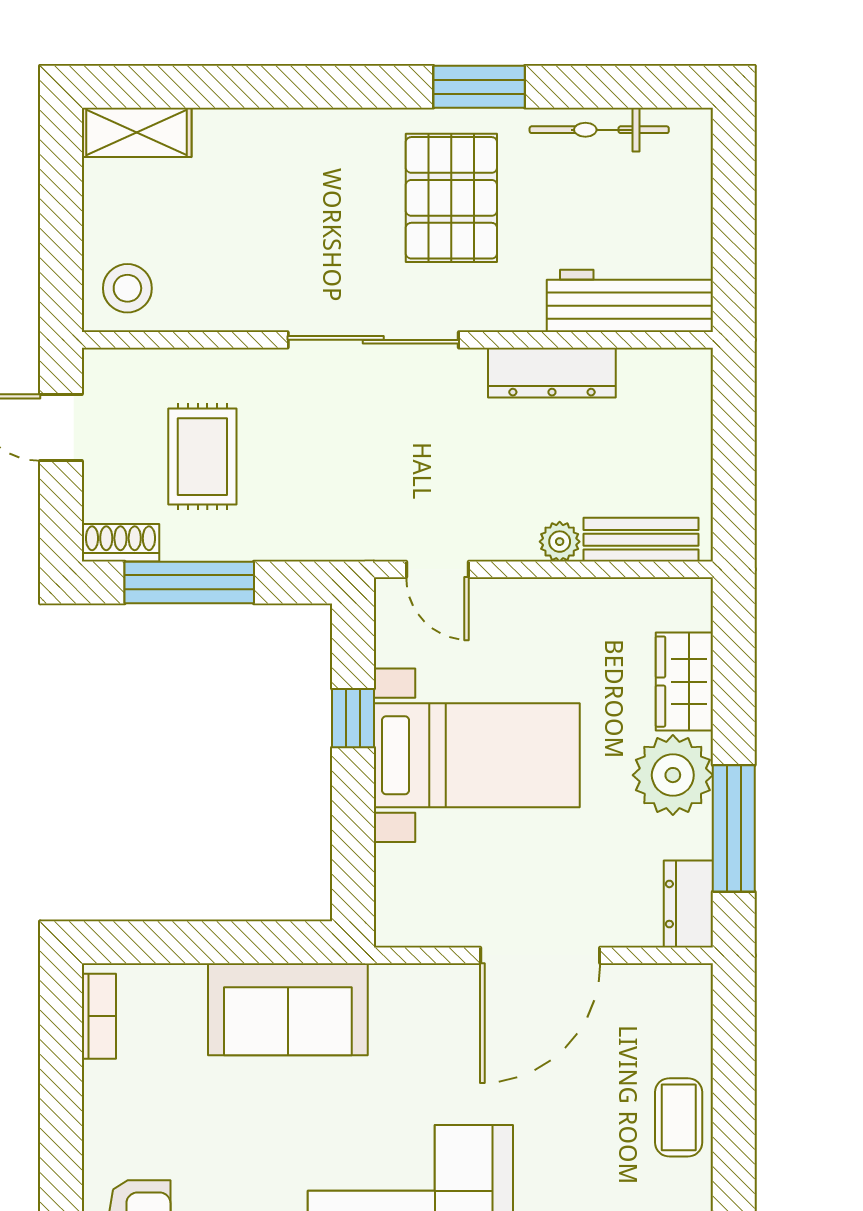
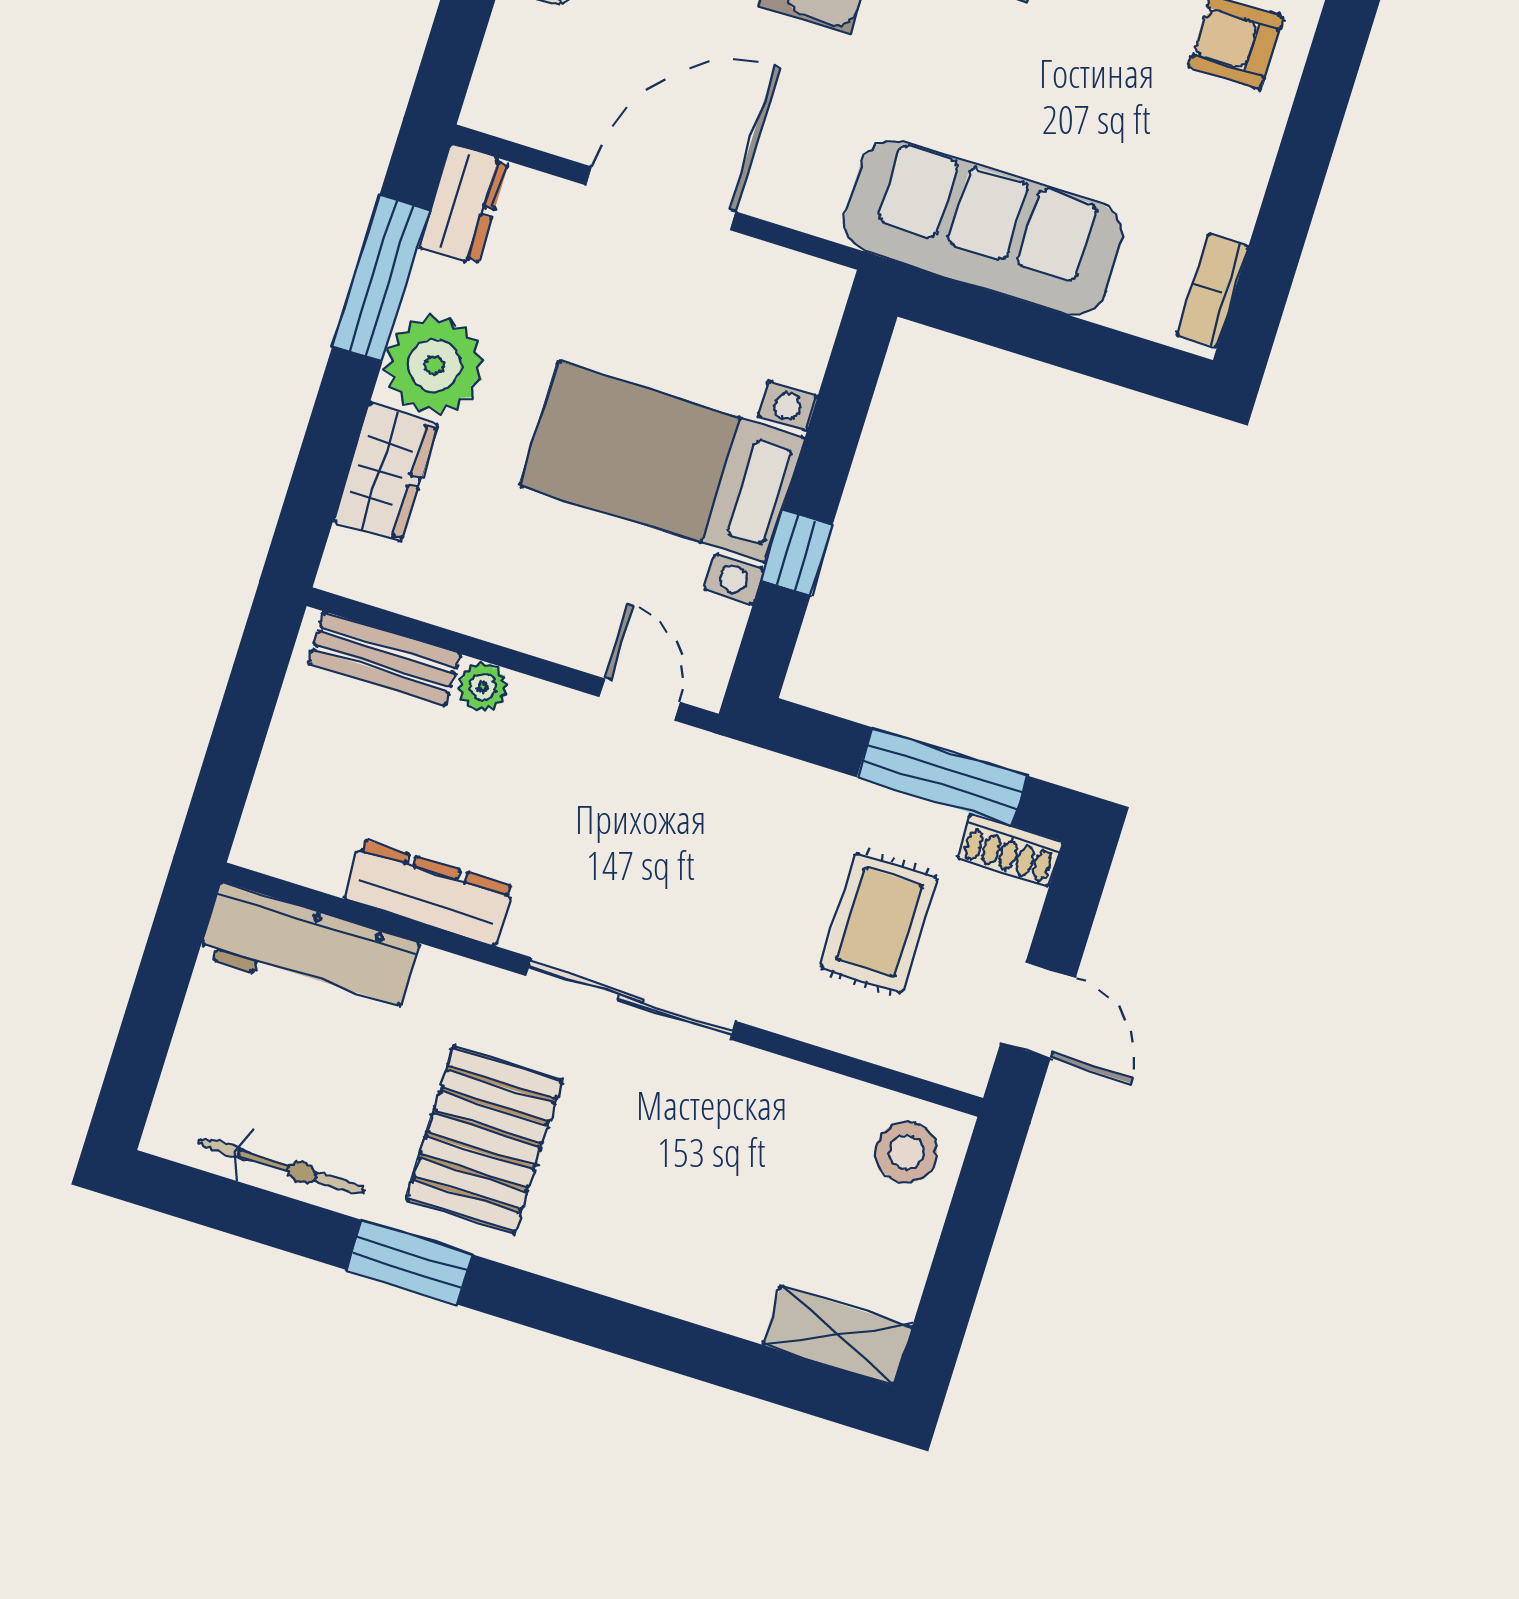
sofa: (288, 1009) -> (983, 228), width x1.36

